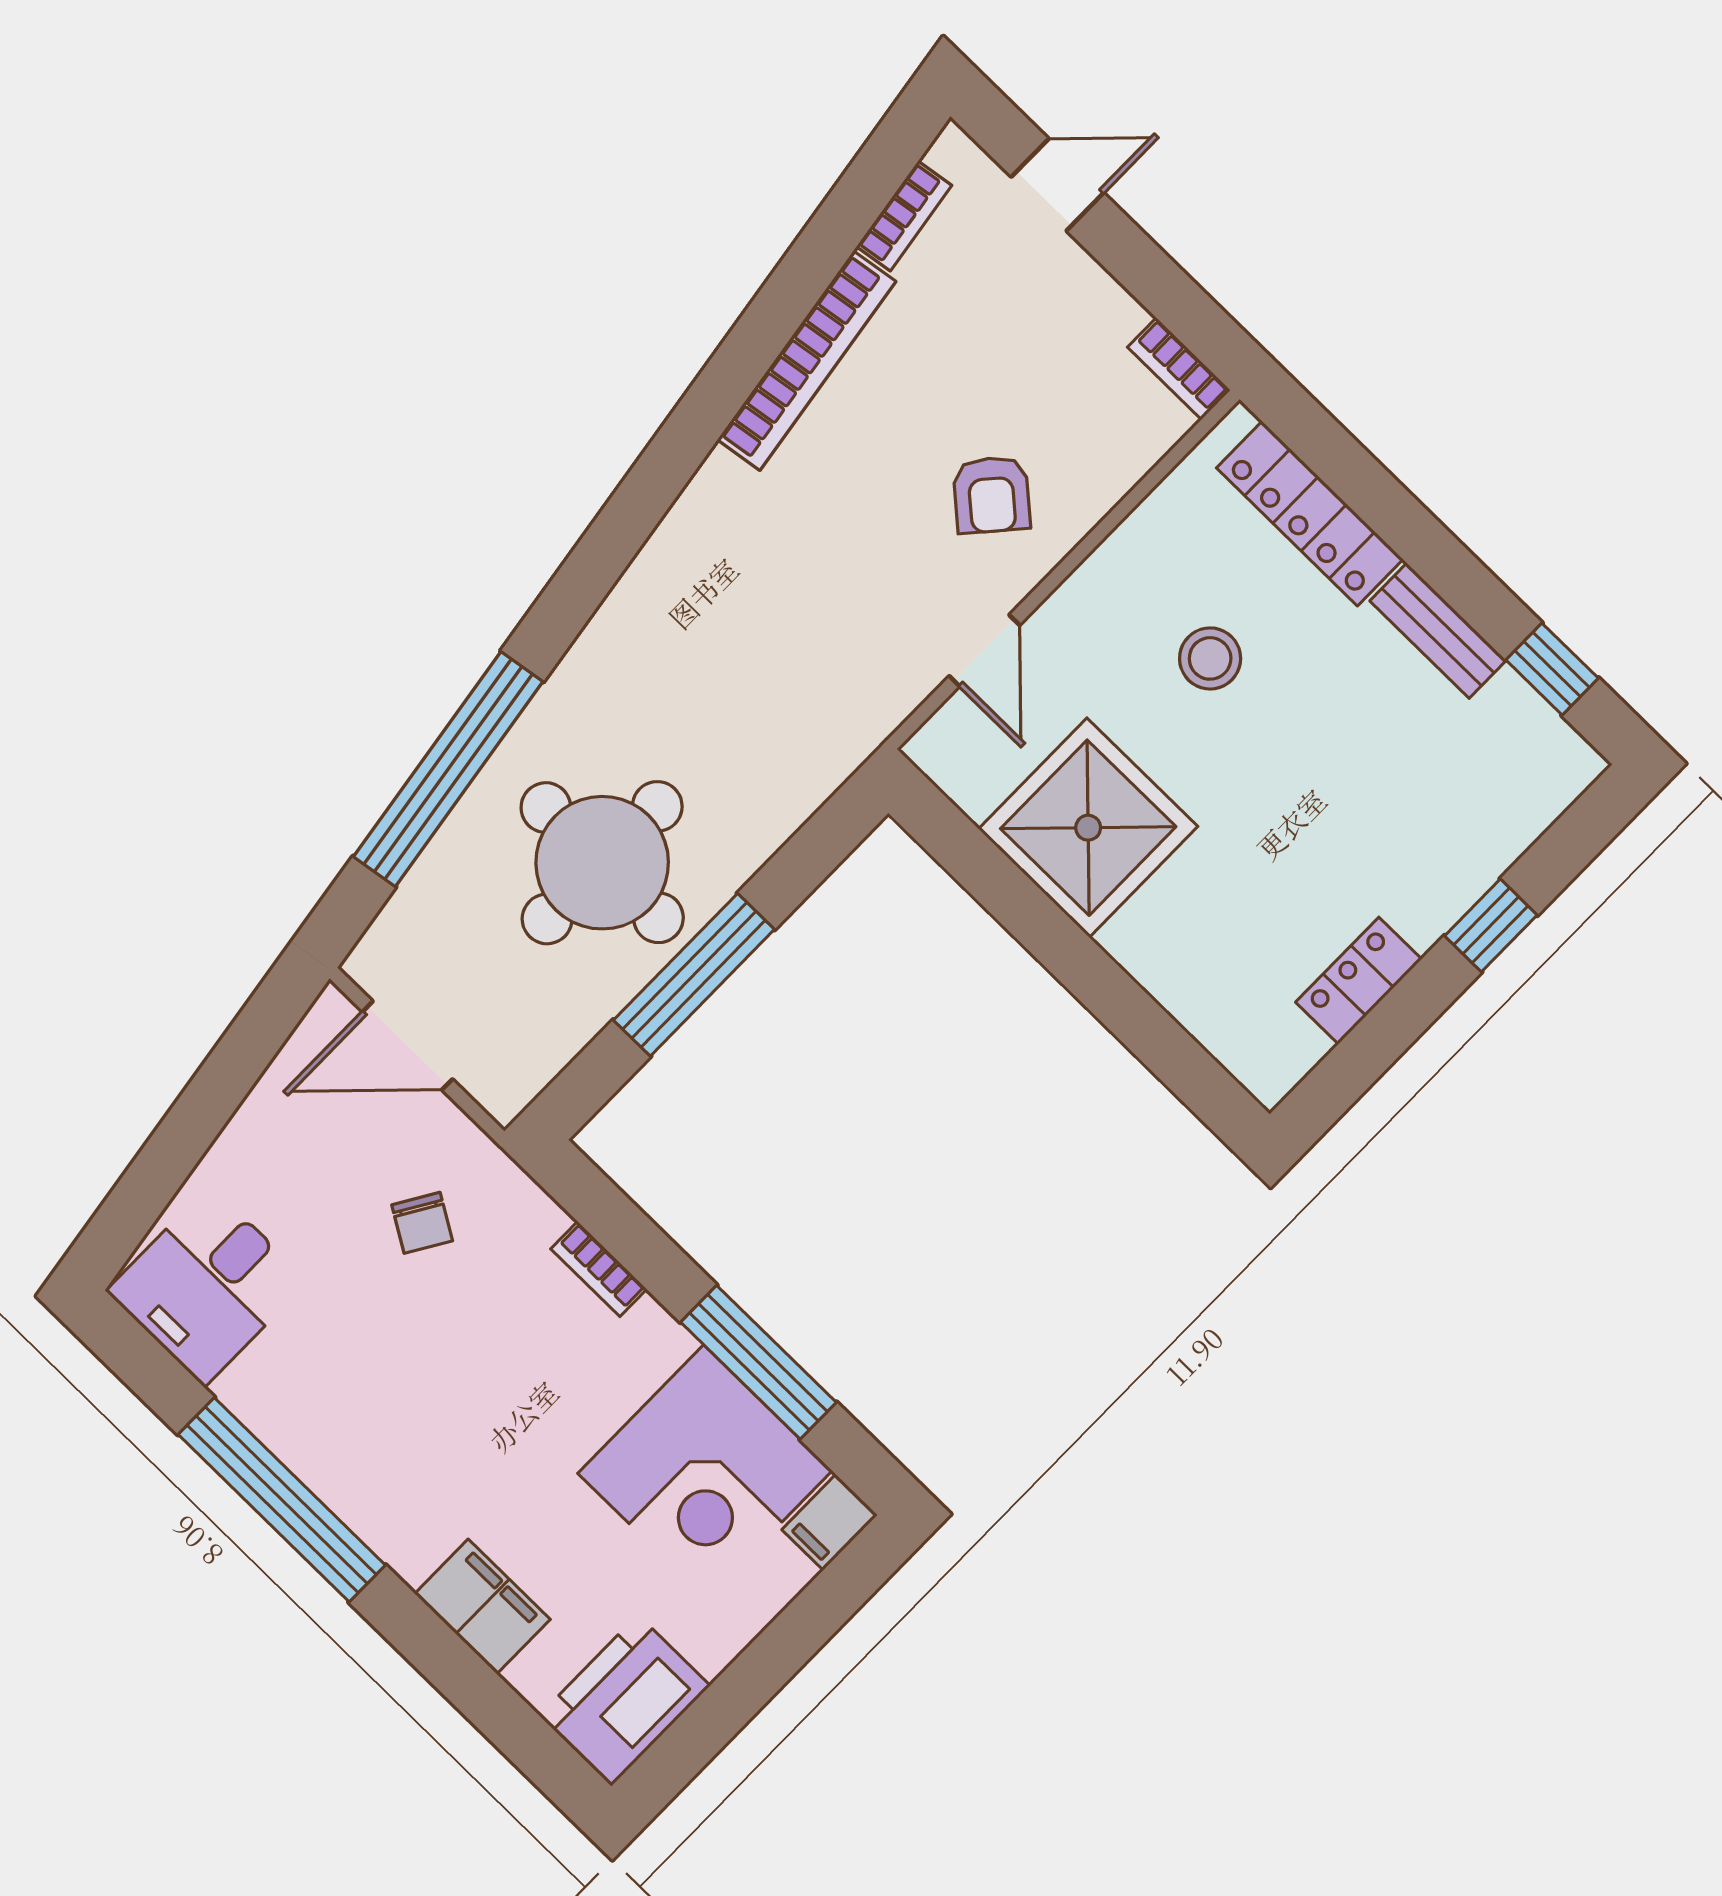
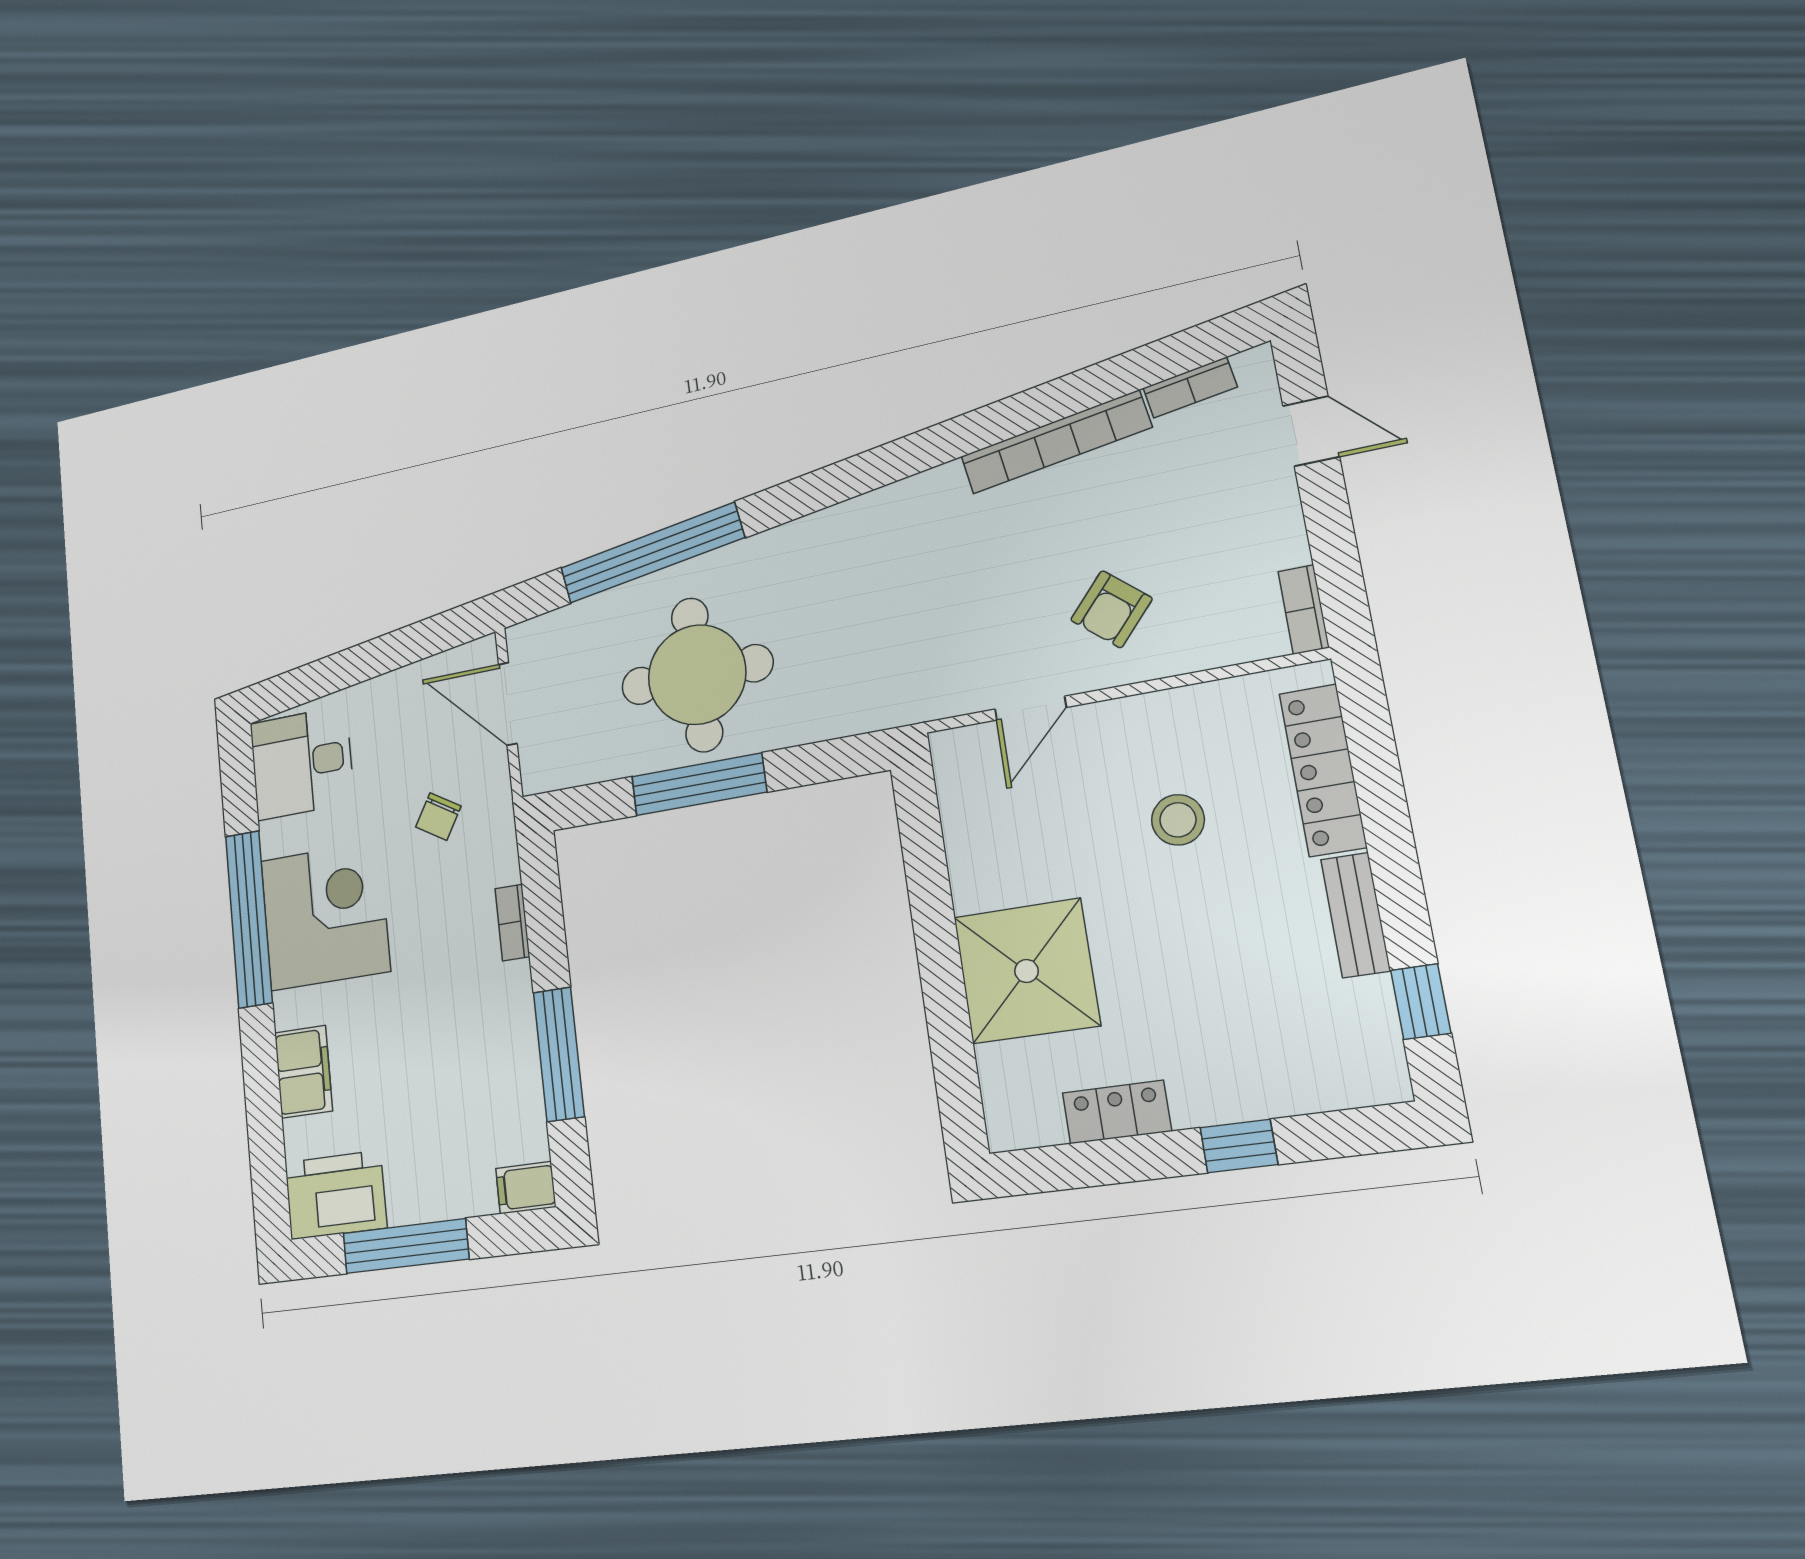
shower: (1088, 828) -> (1027, 971), moved
corner desk: (705, 1472) -> (325, 916), moved, turned 180
window: (746, 1686) -> (406, 1246), added

